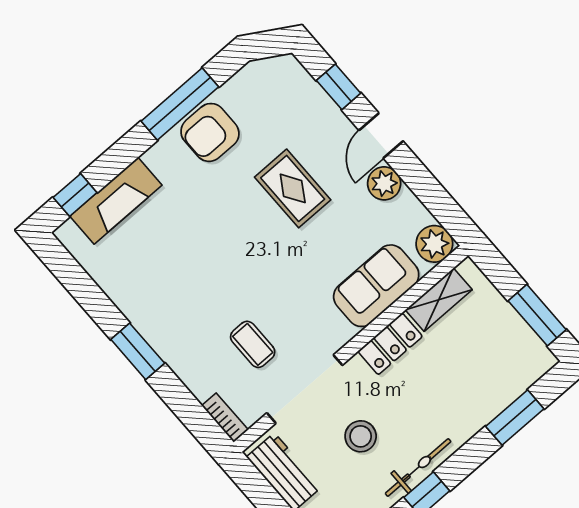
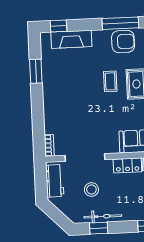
armchair: (210, 132) -> (123, 42), turned 180
coffee table: (253, 344) -> (110, 81), moved
window: (138, 351) -> (36, 71), moved

